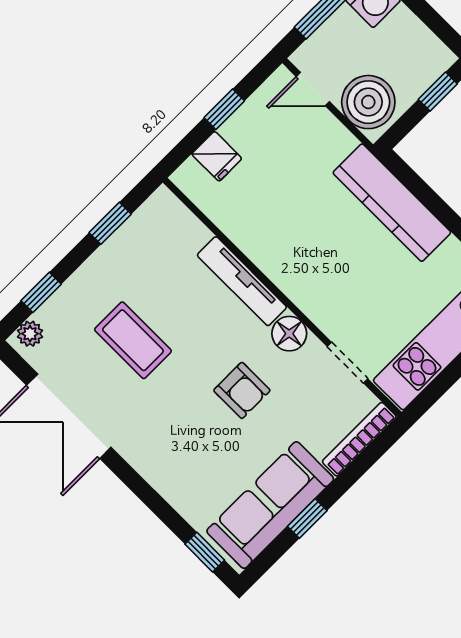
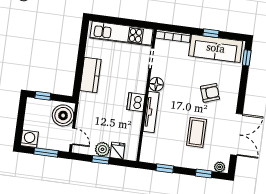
plant: (242, 129) -> (102, 149), added
kitchen counter: (392, 203) -> (91, 75), width x0.67
dishwasher: (284, 266) -> (136, 102), added
armchair: (242, 390) -> (210, 93), moved, turned 71

